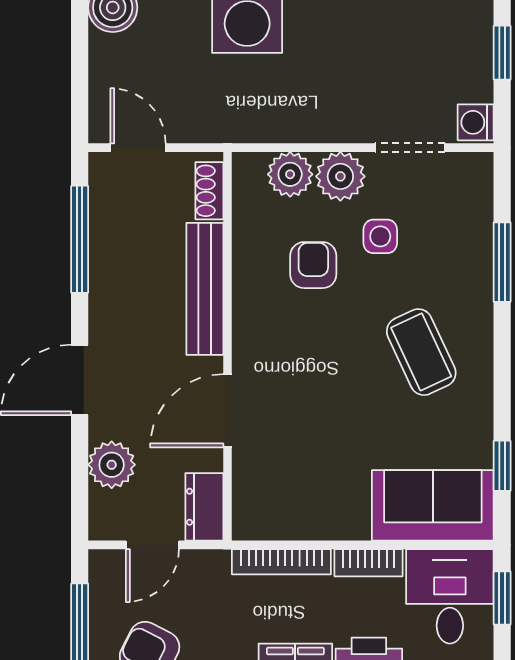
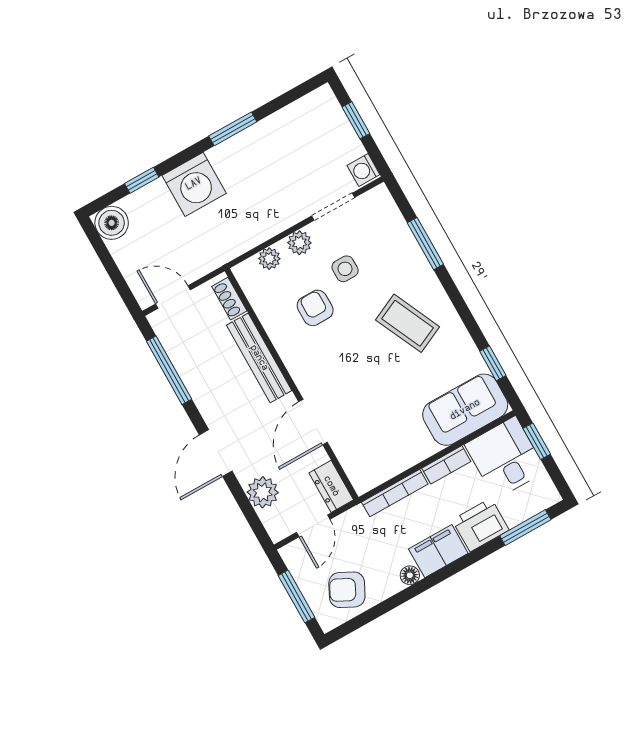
plant: (290, 174) -> (269, 259), width x0.73, depth x0.73
plant: (340, 176) -> (299, 243), width x0.73, depth x0.73

